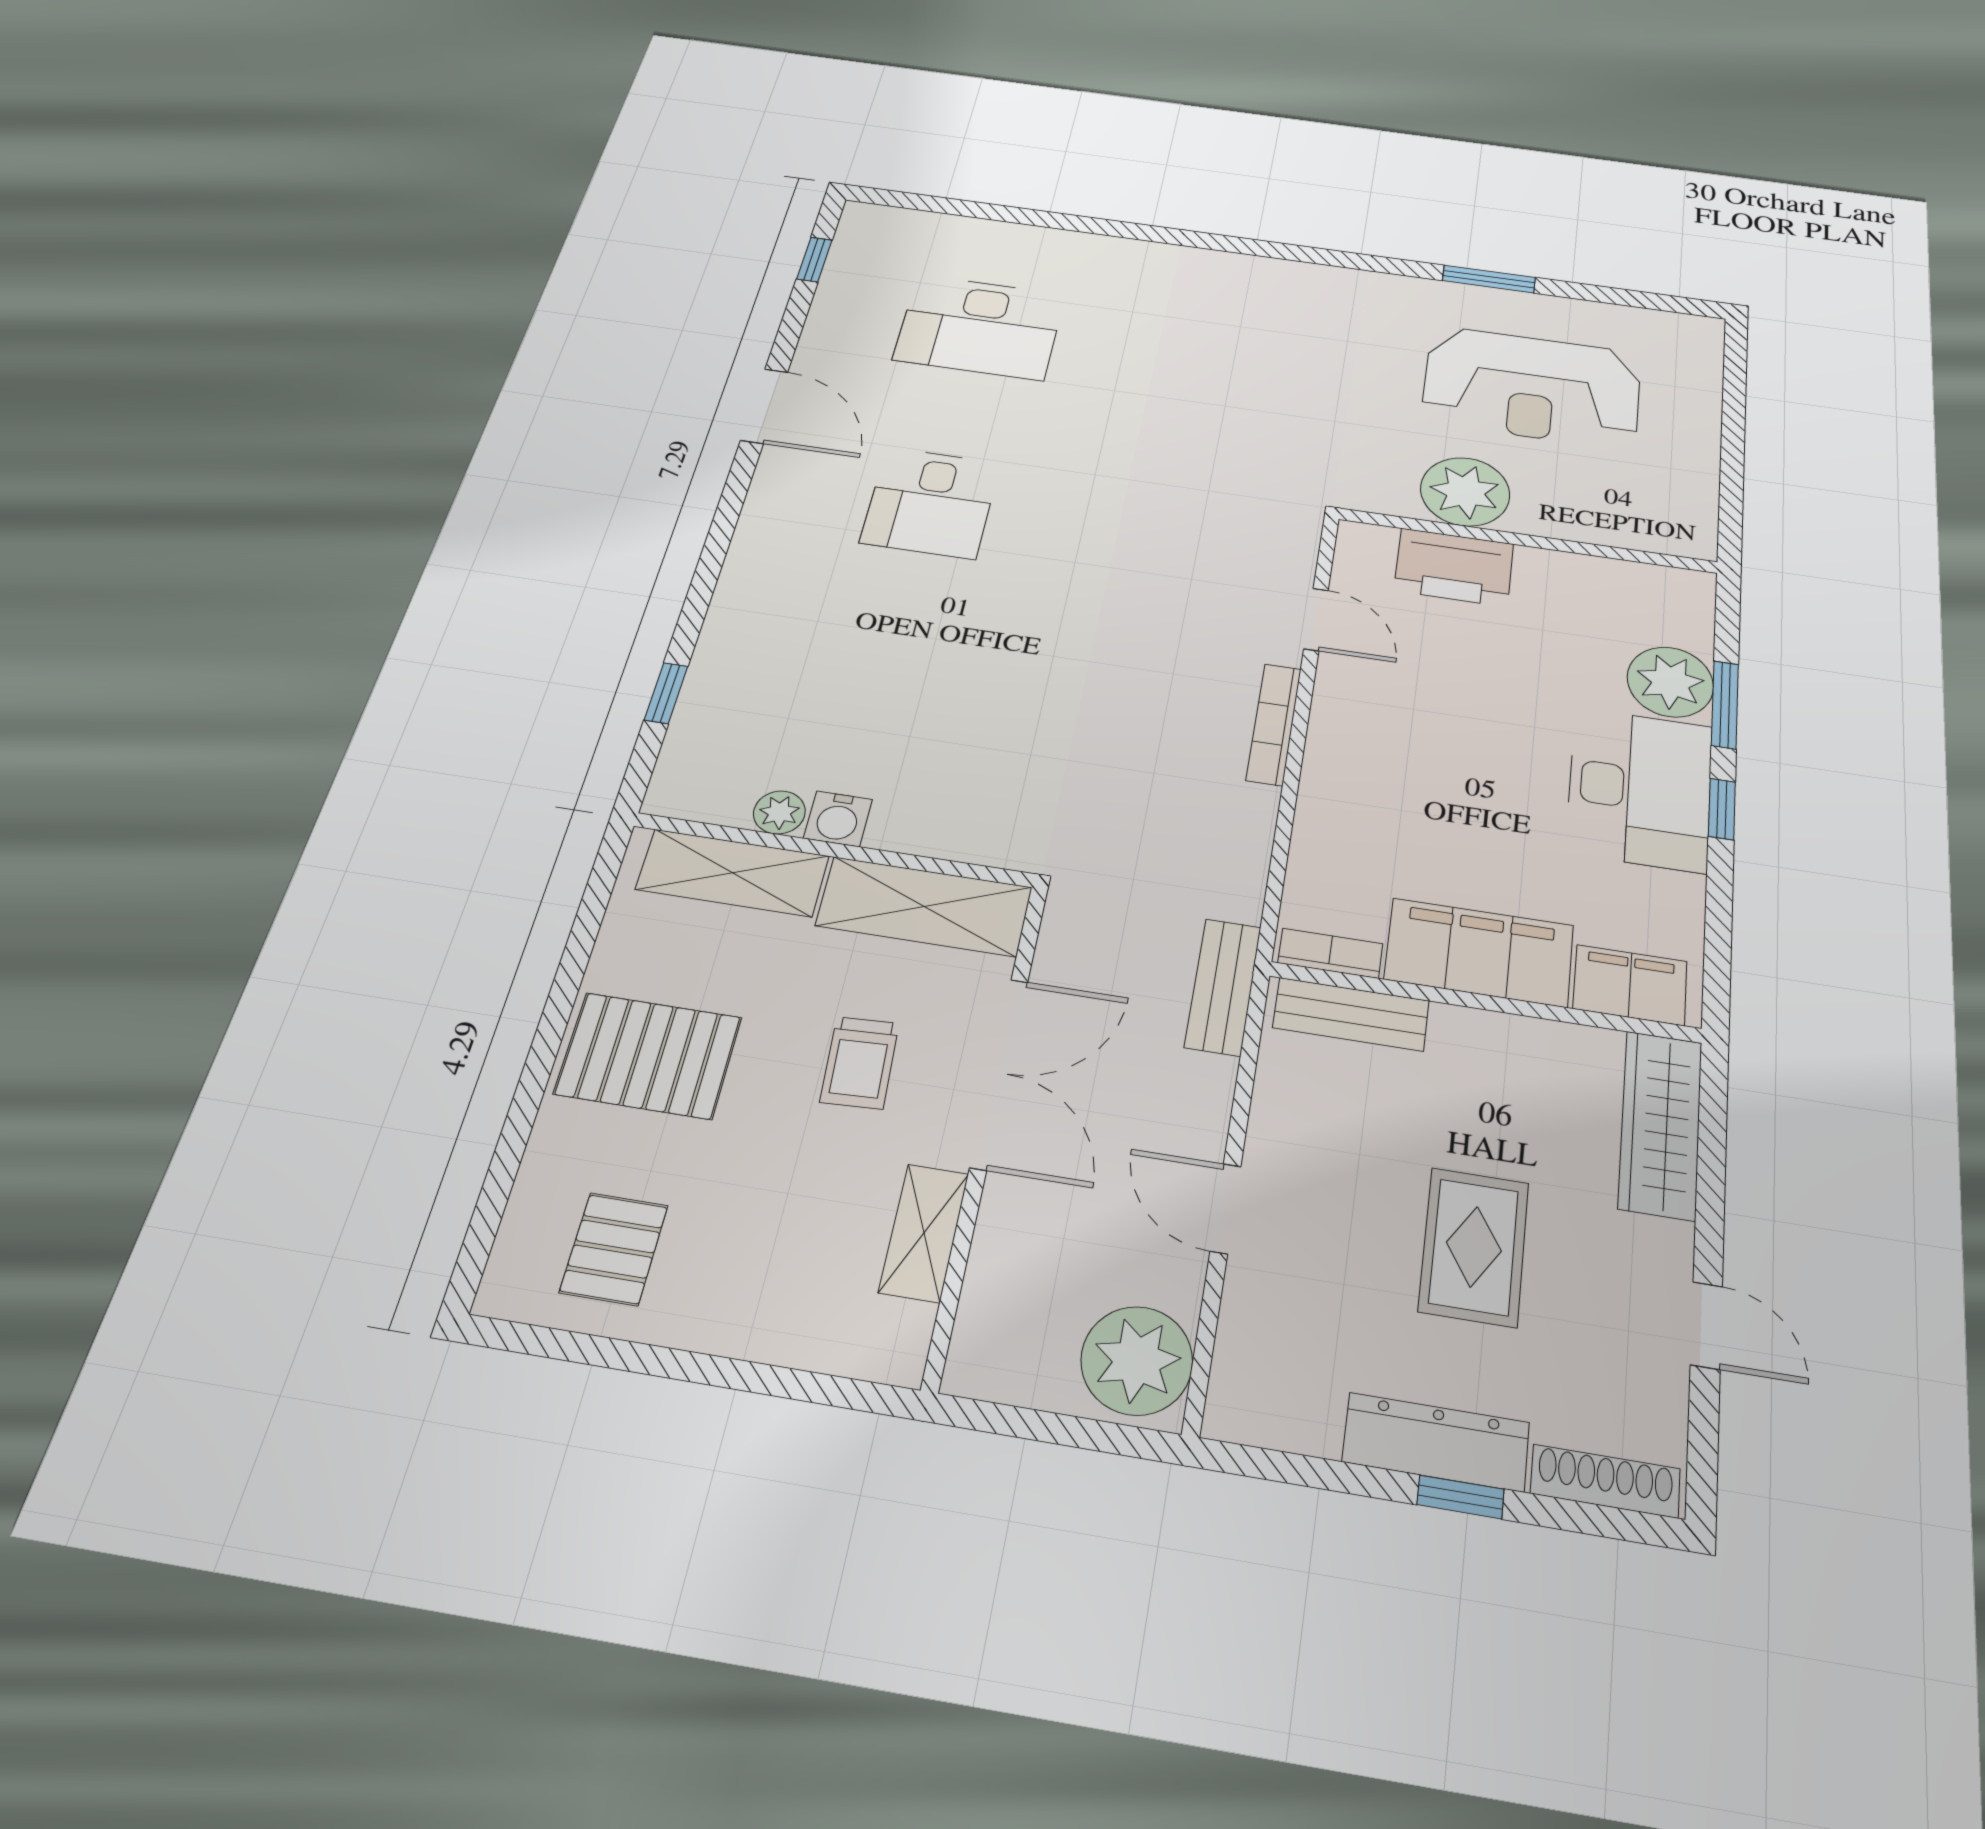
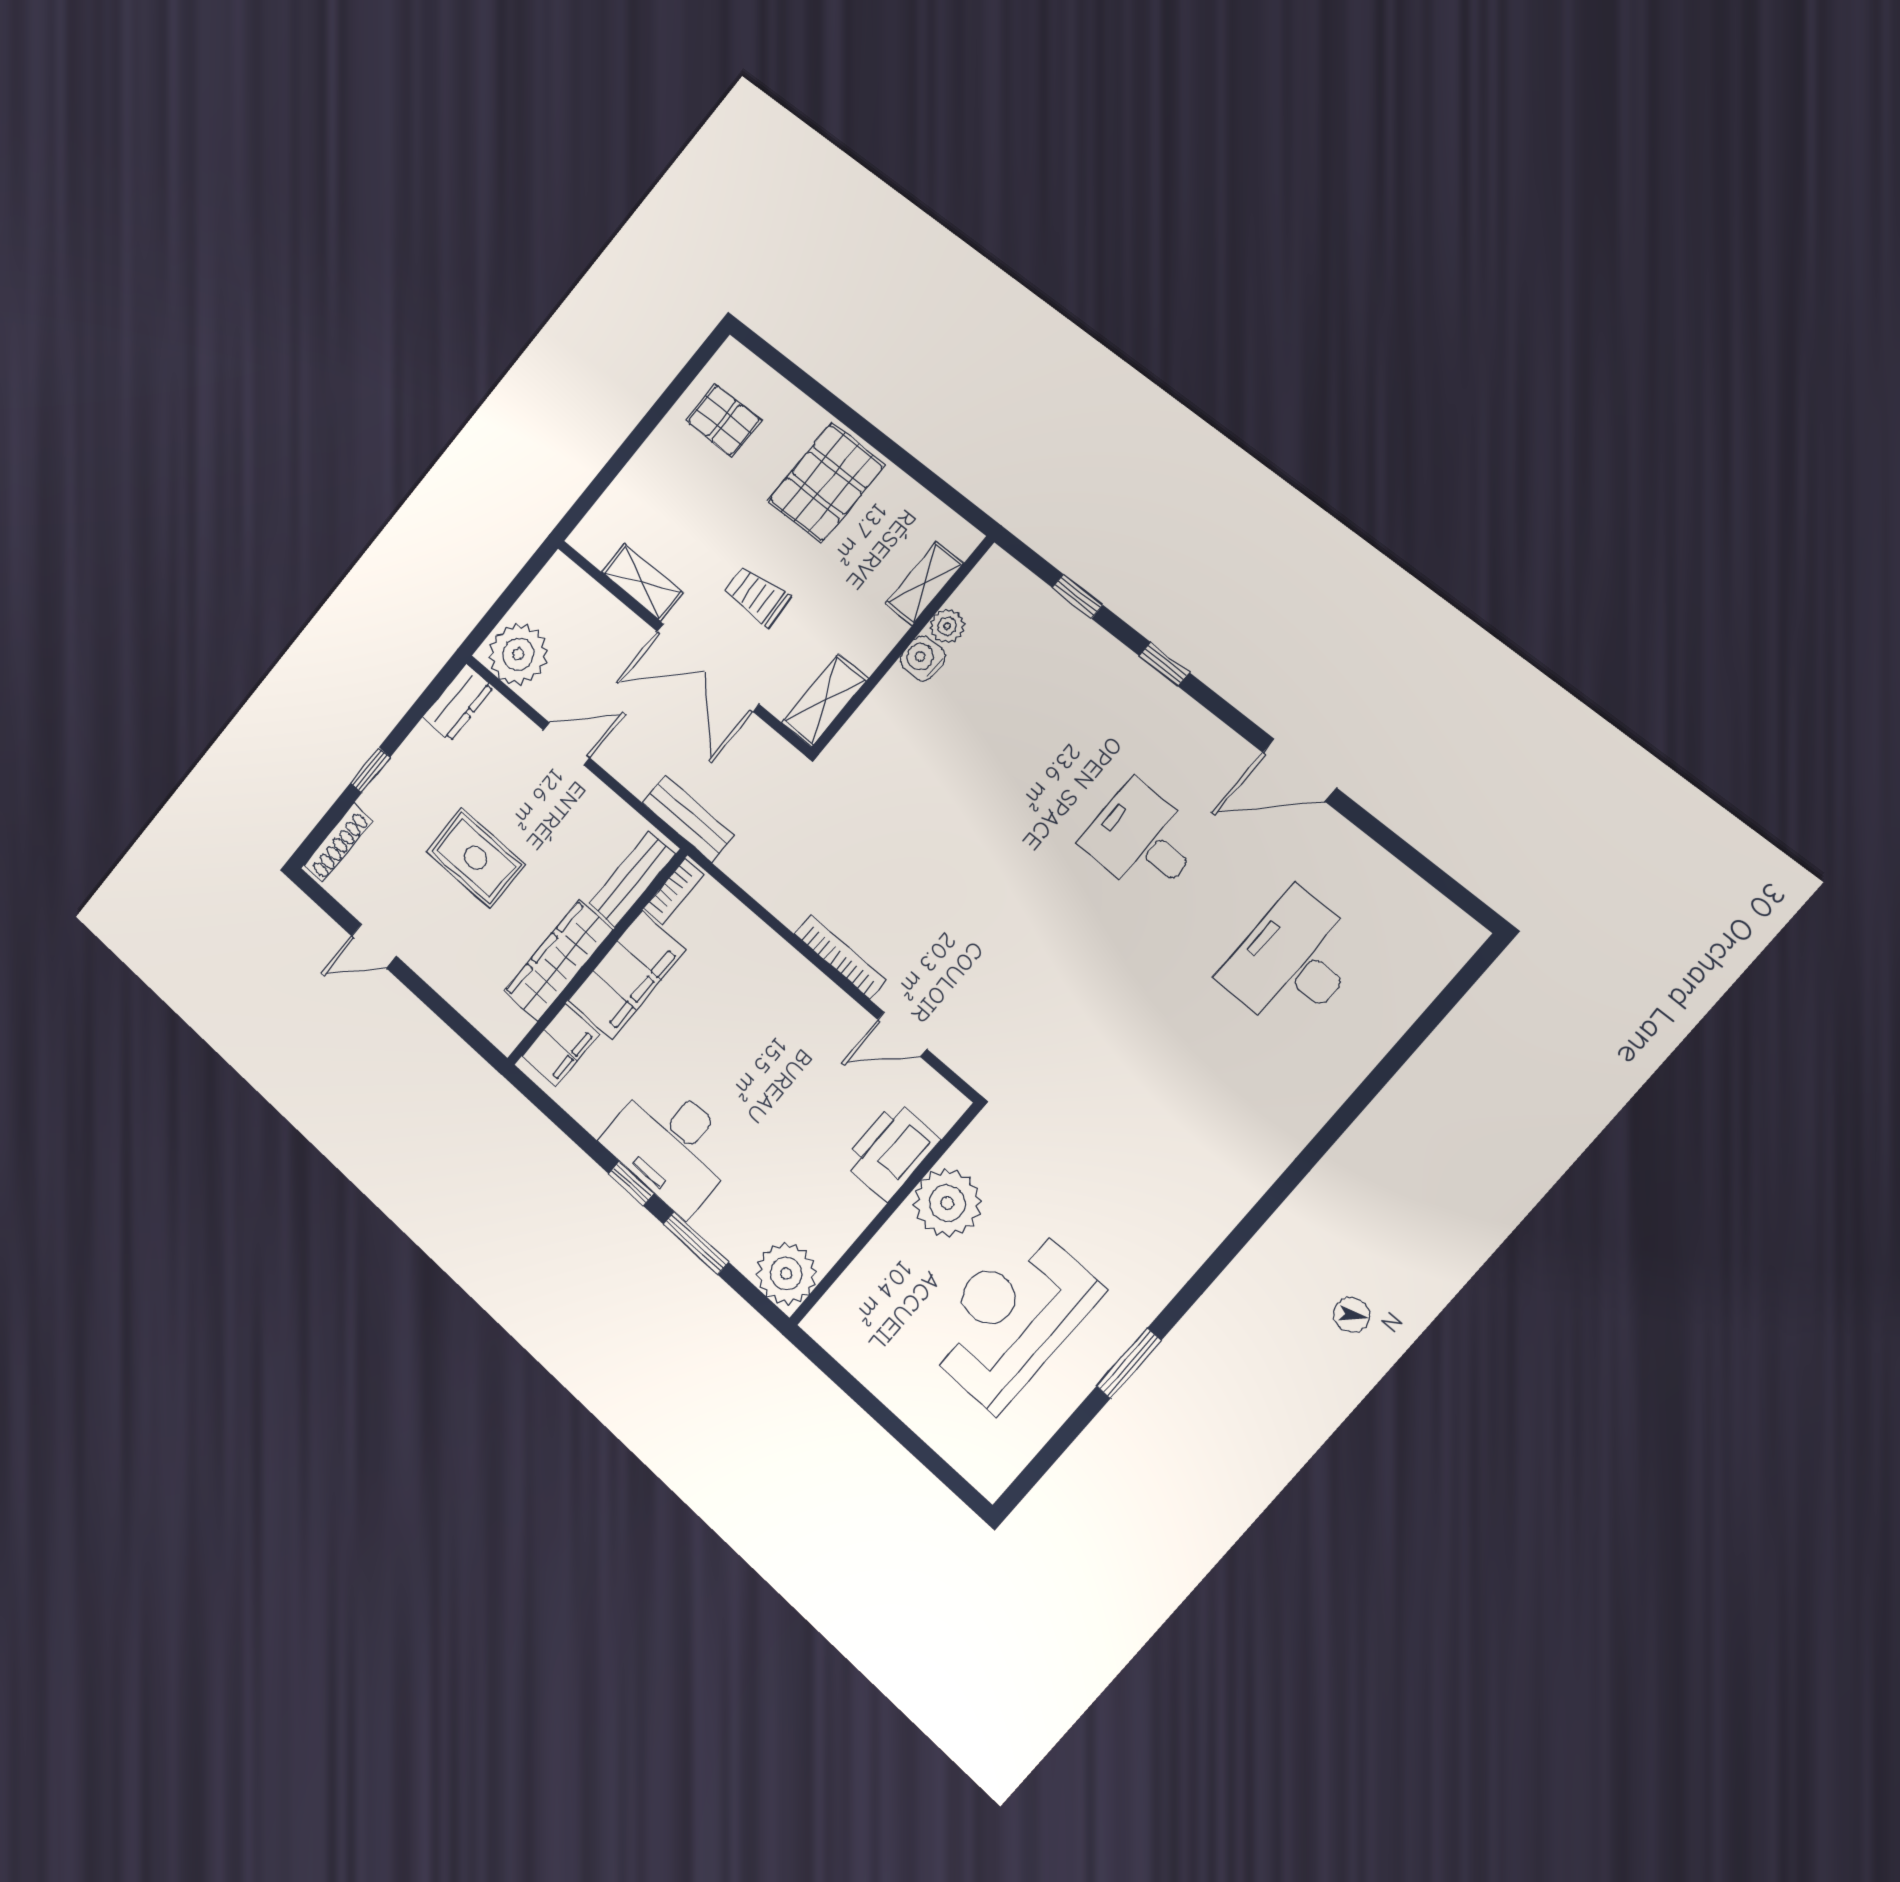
window: (814, 259) -> (1164, 664), moved
plant: (1670, 682) -> (786, 1274), moved
shelving: (733, 873) -> (924, 583), width x0.67, depth x0.75
shelving: (924, 906) -> (825, 701), width x0.67, depth x0.75
wardrobe: (1660, 1124) -> (558, 961), moved, turned -90
dresser: (1436, 1442) -> (458, 702), moved, width x0.70

